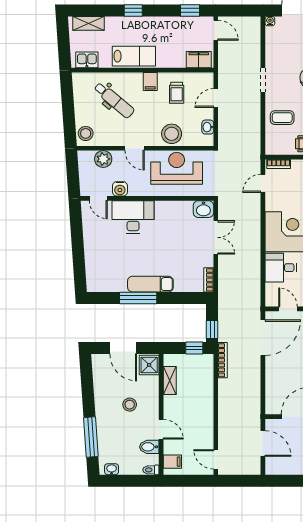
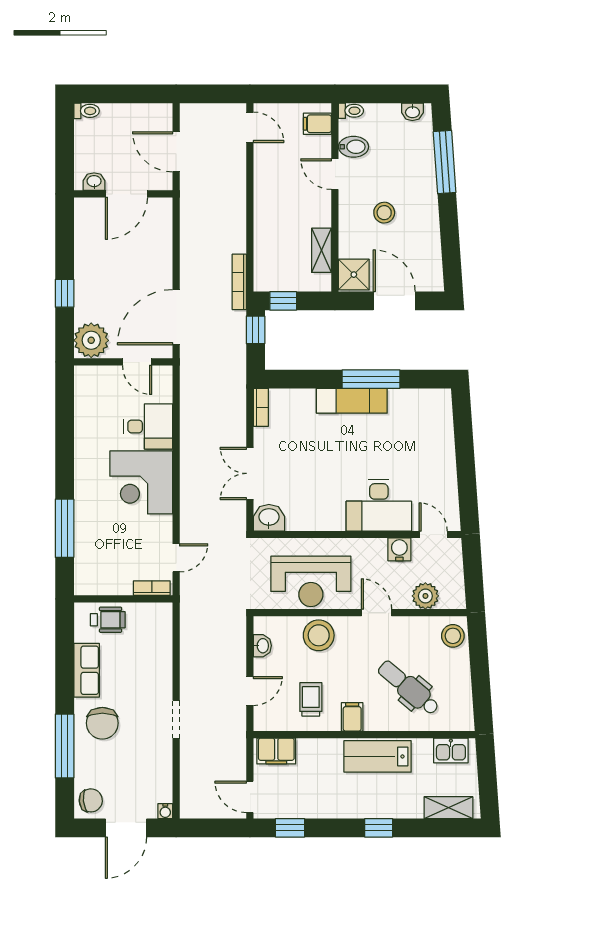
coffee table: (282, 118) -> (146, 661), removed

